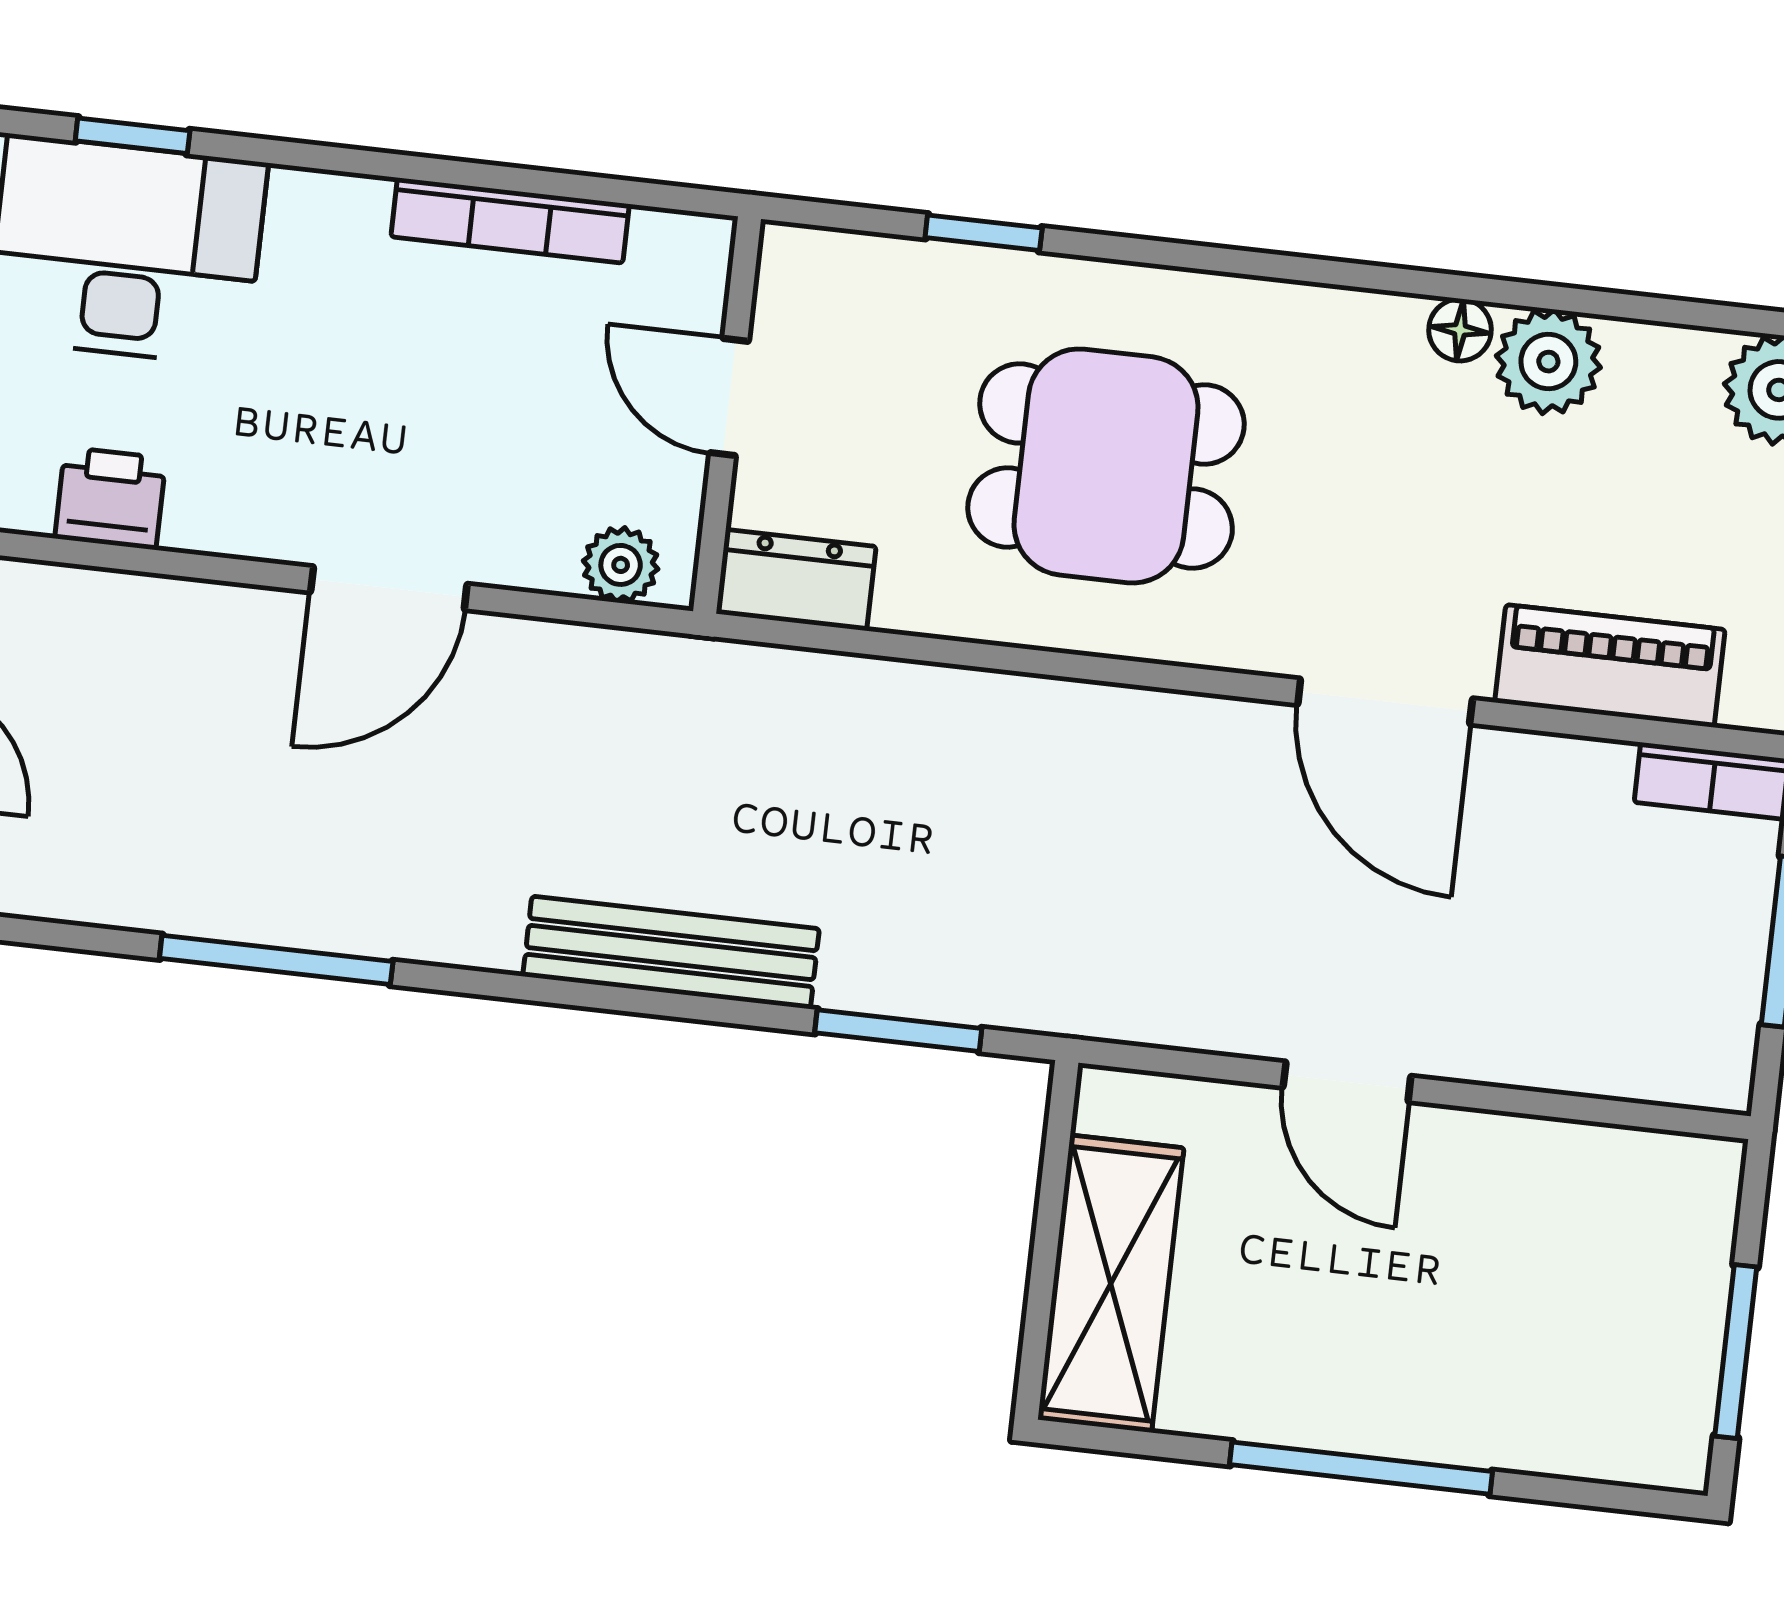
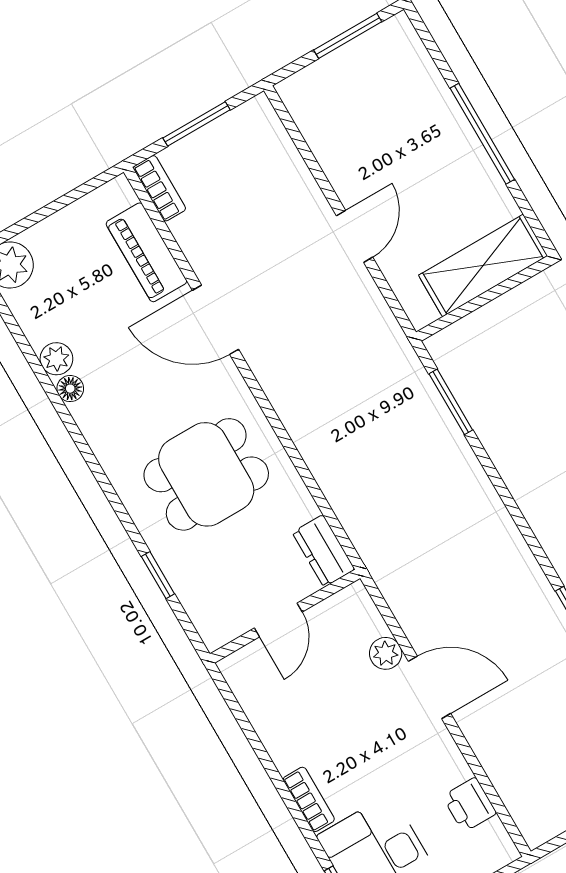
bookcase: (510, 220) -> (309, 799), moved, width x0.64
plant: (1548, 362) -> (56, 359), width x0.73, depth x0.73
dining table: (1106, 466) -> (206, 474), turned 90
plant: (621, 565) -> (386, 653), moved
door: (1385, 702) -> (216, 320), swing flipped
bench: (671, 953) -> (482, 499), removed

